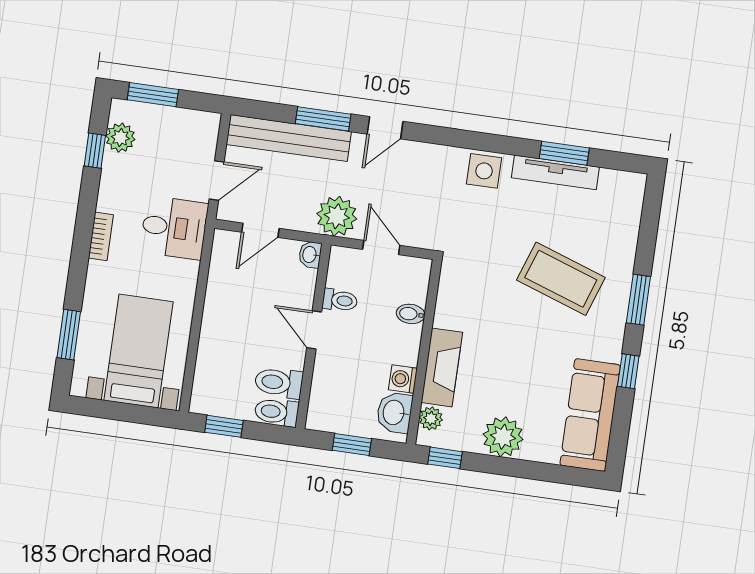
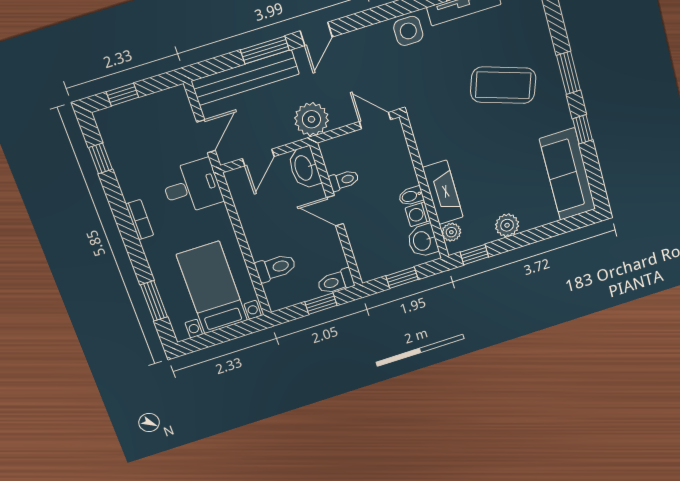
window: (153, 95) -> (122, 95), width x0.67
plant: (120, 138) -> (115, 139), removed
door: (381, 247) -> (375, 121), moved
washbasin: (310, 255) -> (304, 168), width x1.91, depth x1.45
bidet: (411, 314) -> (411, 196), moved
toilet: (279, 383) -> (276, 268), moved, turned 180
window: (224, 426) -> (321, 304), moved
plant: (503, 437) -> (507, 225), width x0.73, depth x0.73

